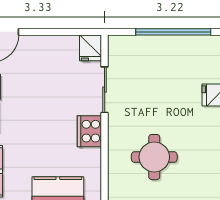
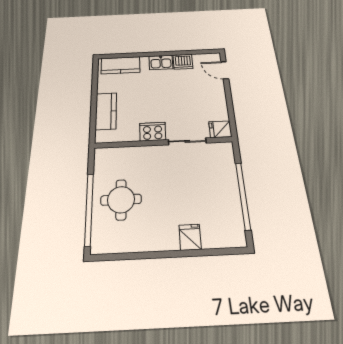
round table: (154, 157) -> (121, 200), moved

